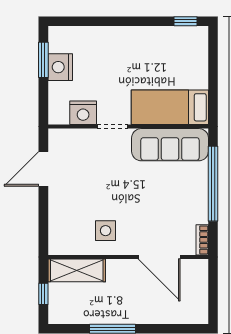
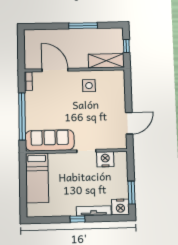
window: (186, 21) -> (78, 219), moved
tv unit: (104, 33) -> (94, 211), added
nightstand: (60, 67) -> (120, 207), moved, turned 90
bed: (170, 107) -> (37, 178), moved, turned 90

